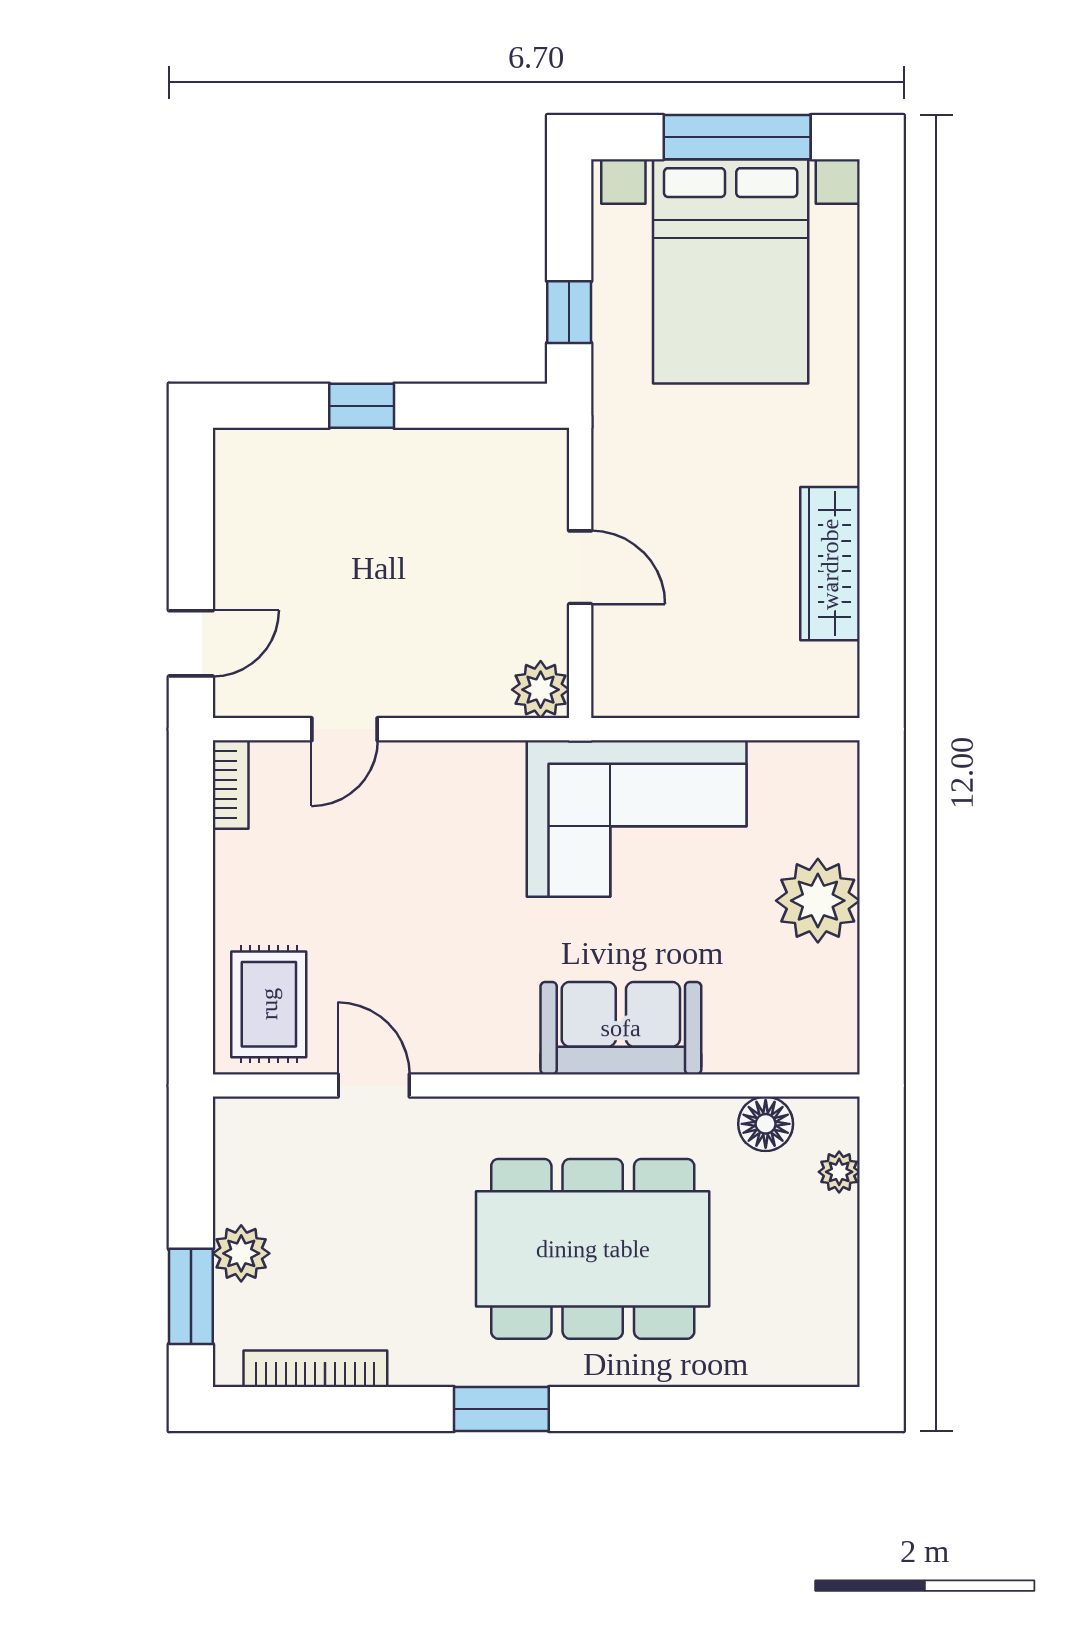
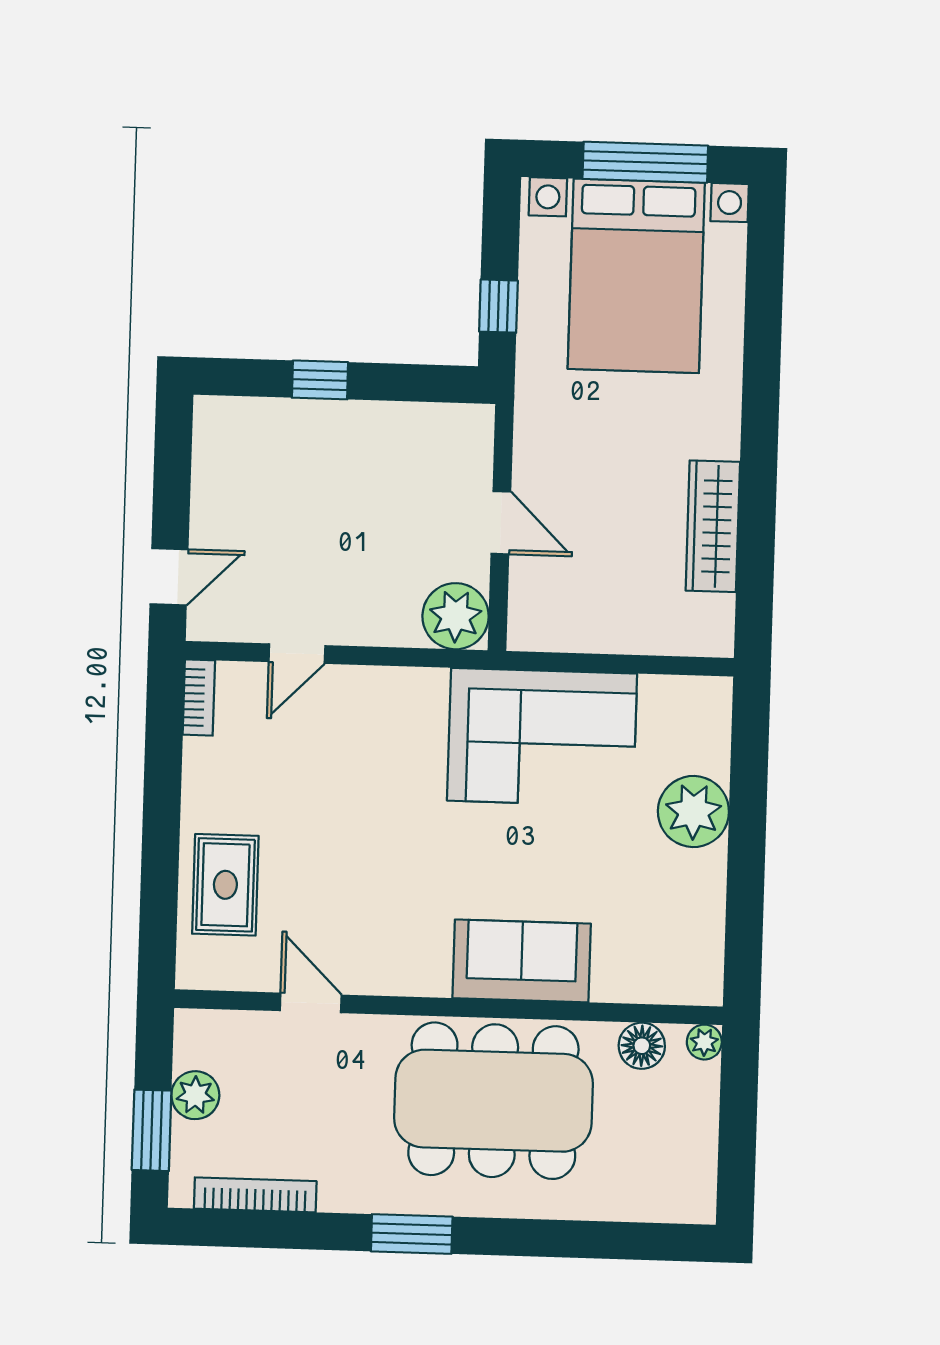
plant: (541, 690) -> (456, 616), width x1.36, depth x1.36
sofa: (621, 1028) -> (522, 961), moved
door: (374, 1086) -> (311, 1003), moved
wall: (536, 1086) -> (448, 1007), moved
floor lamp: (766, 1124) -> (642, 1046), moved

